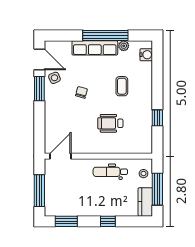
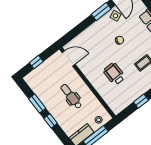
dental chair: (110, 172) -> (71, 96), moved
window: (39, 191) -> (36, 62), width x0.46
window: (66, 221) -> (37, 103), moved

